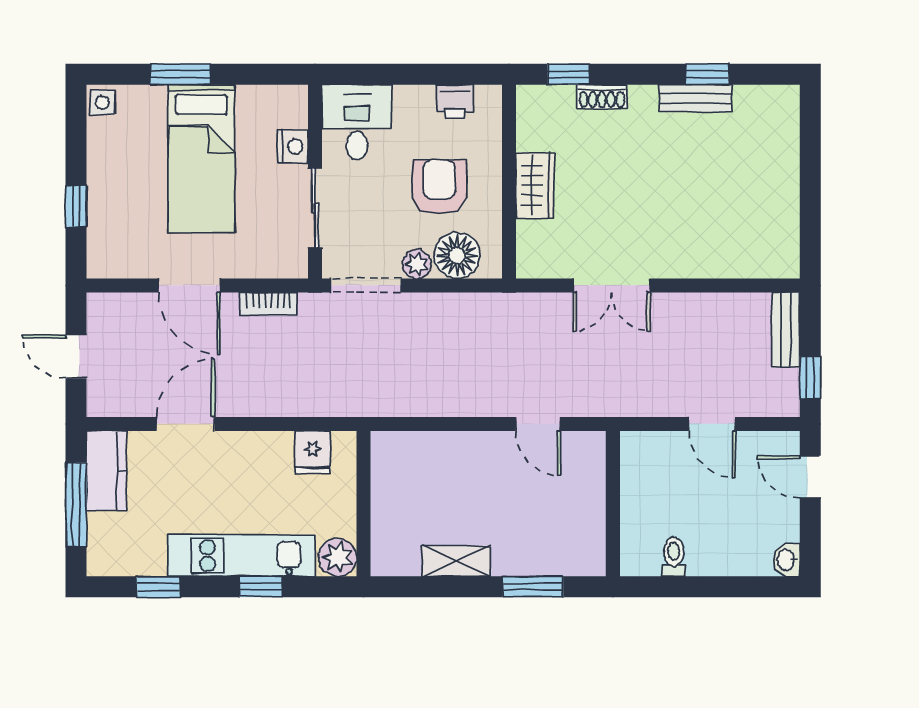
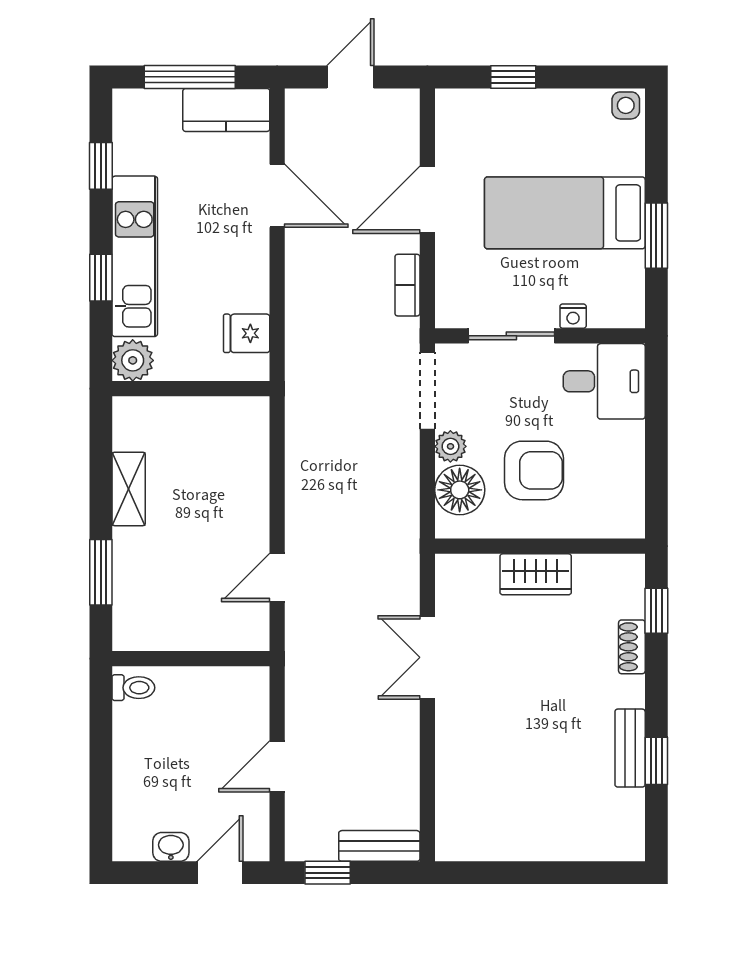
window: (180, 74) -> (656, 236), moved
printer: (455, 102) -> (626, 488), removed
nightstand: (293, 146) -> (573, 316), width x0.72, depth x0.74
toilet: (674, 557) -> (133, 688), moved
washbasin: (786, 560) -> (171, 847), moved

